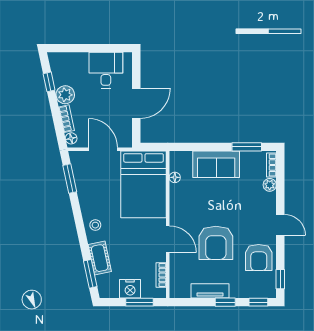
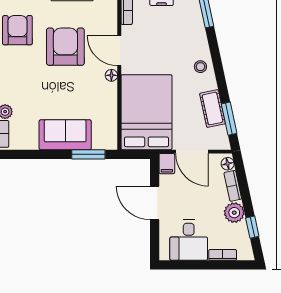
bookcase: (76, 57) -> (223, 255), added
door: (136, 103) -> (155, 203), hinge flipped
filing cabinet: (125, 138) -> (167, 164), added
window: (247, 147) -> (88, 154), moved
floor lamp: (175, 177) -> (111, 75), moved
cot: (100, 258) -> (213, 109), moved

